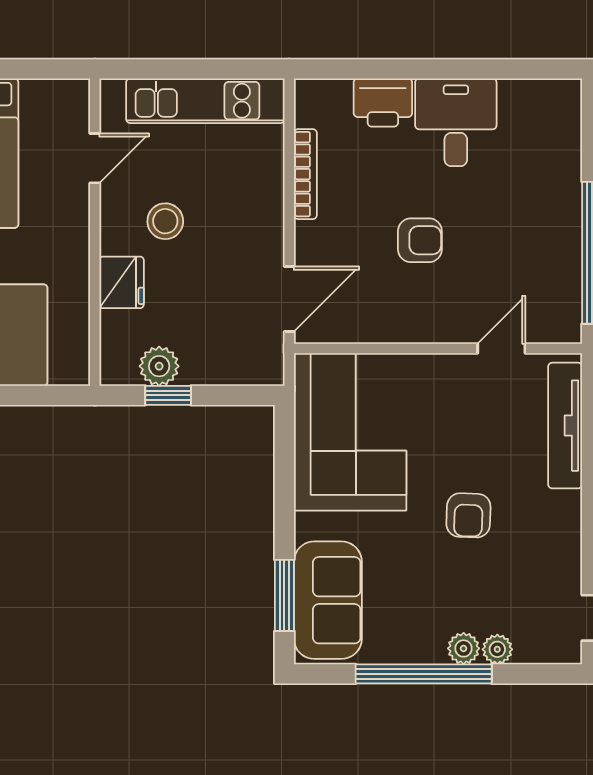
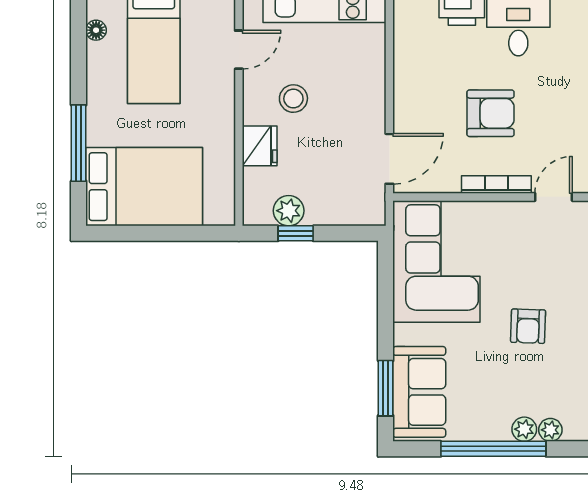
bookcase: (305, 174) -> (496, 185), moved, turned -90
armchair: (420, 240) -> (491, 113), width x1.38, depth x1.38

